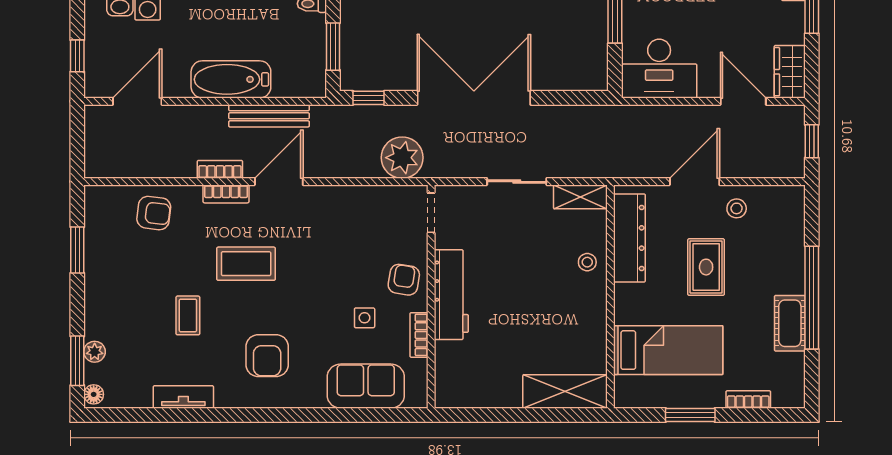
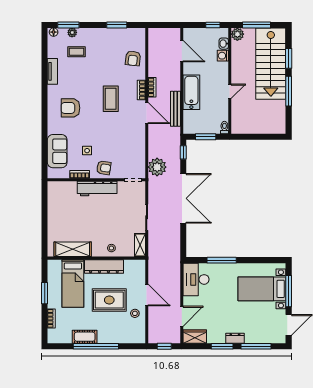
window: (77, 56) -> (213, 25), moved
dresser: (629, 238) -> (104, 266), moved
rug: (706, 267) -> (109, 300), width x1.36, depth x1.43
coffee table: (188, 315) -> (77, 52), moved
shelving: (565, 392) -> (73, 249), moved, turned 90

